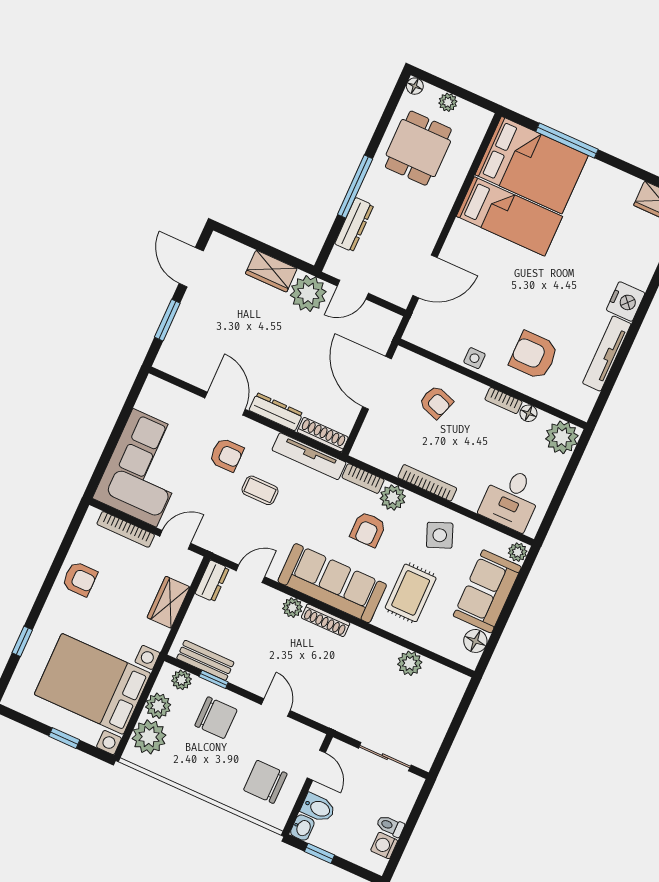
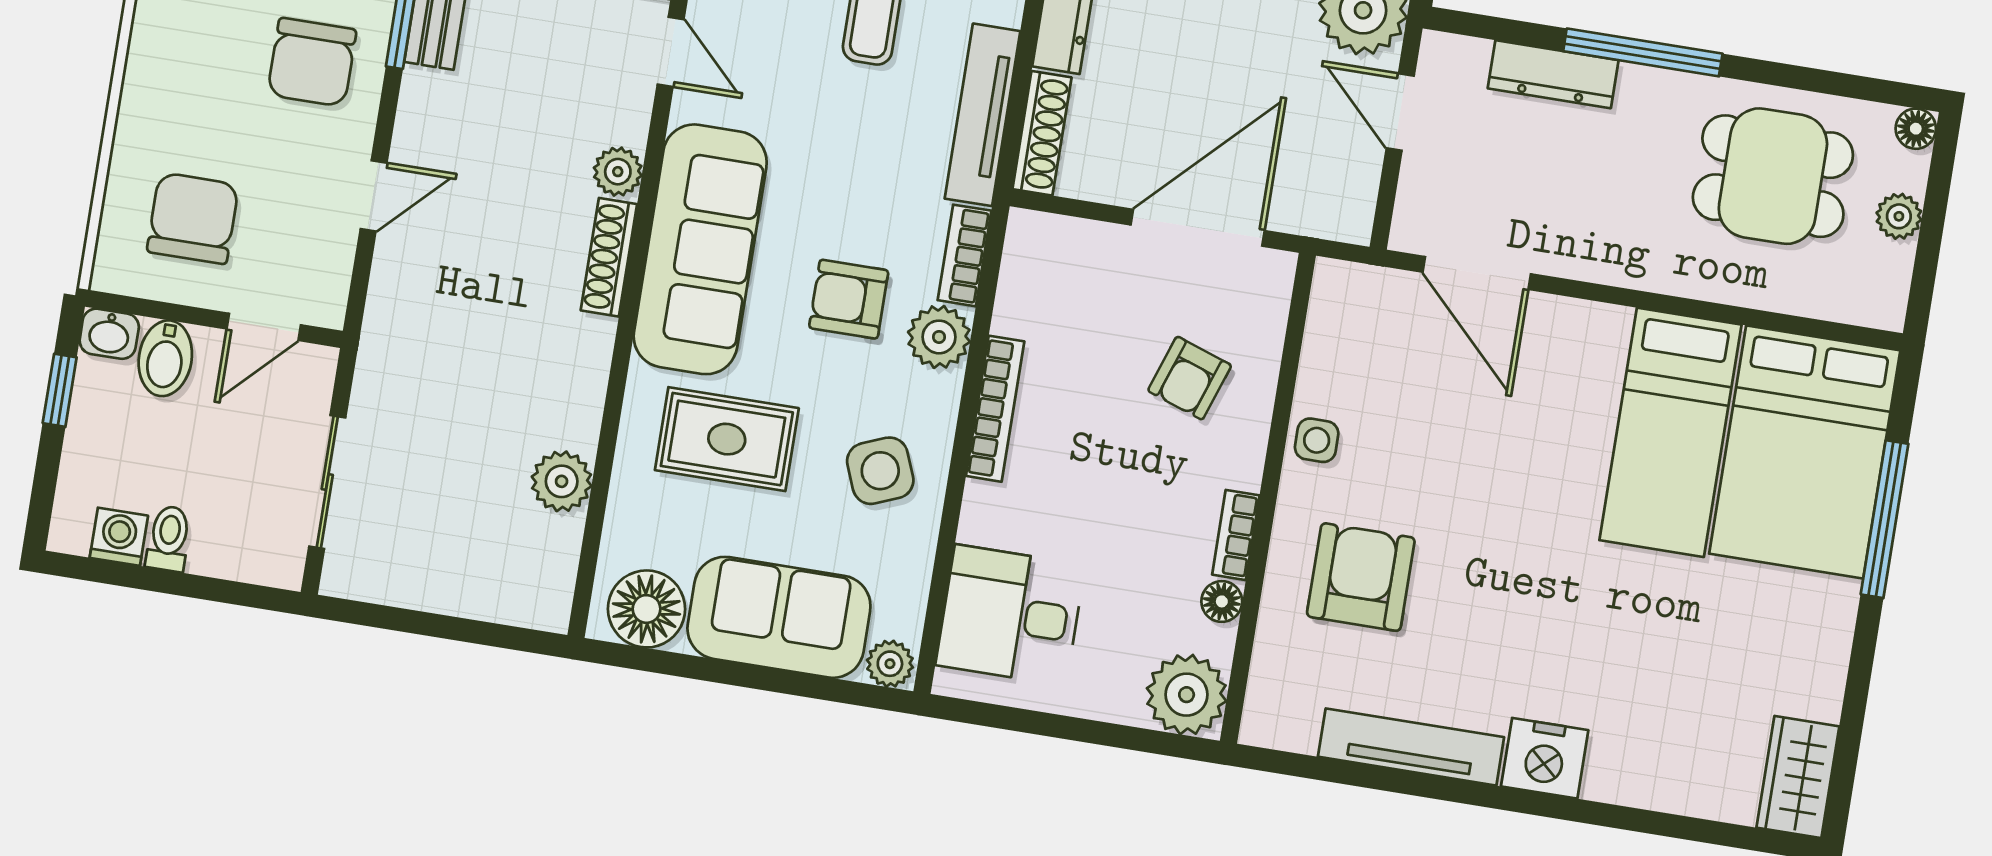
floor lamp: (475, 641) -> (647, 609), width x1.38, depth x1.38

